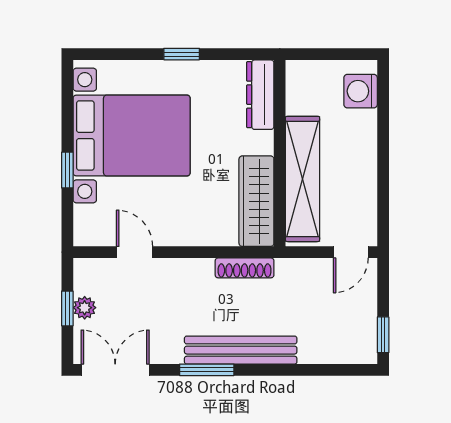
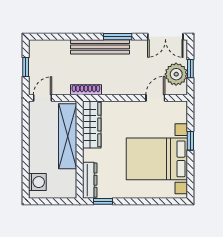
window: (182, 54) -> (103, 201), moved
door: (135, 252) -> (155, 98), swing flipped
shoe rack: (245, 268) -> (86, 90), moved
plant: (85, 308) -> (176, 74), width x1.88, depth x1.88
window: (383, 335) -> (26, 67), moved

